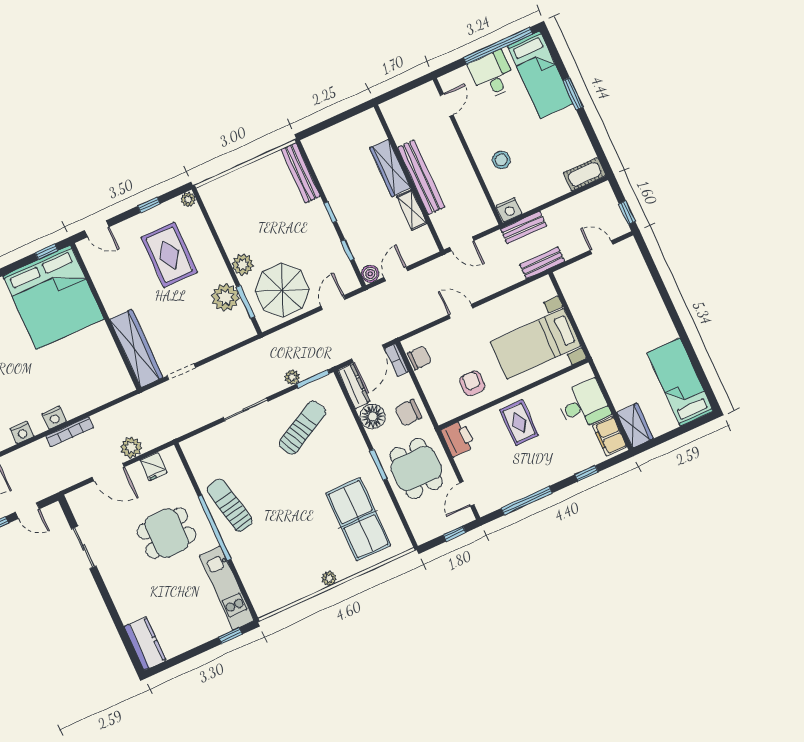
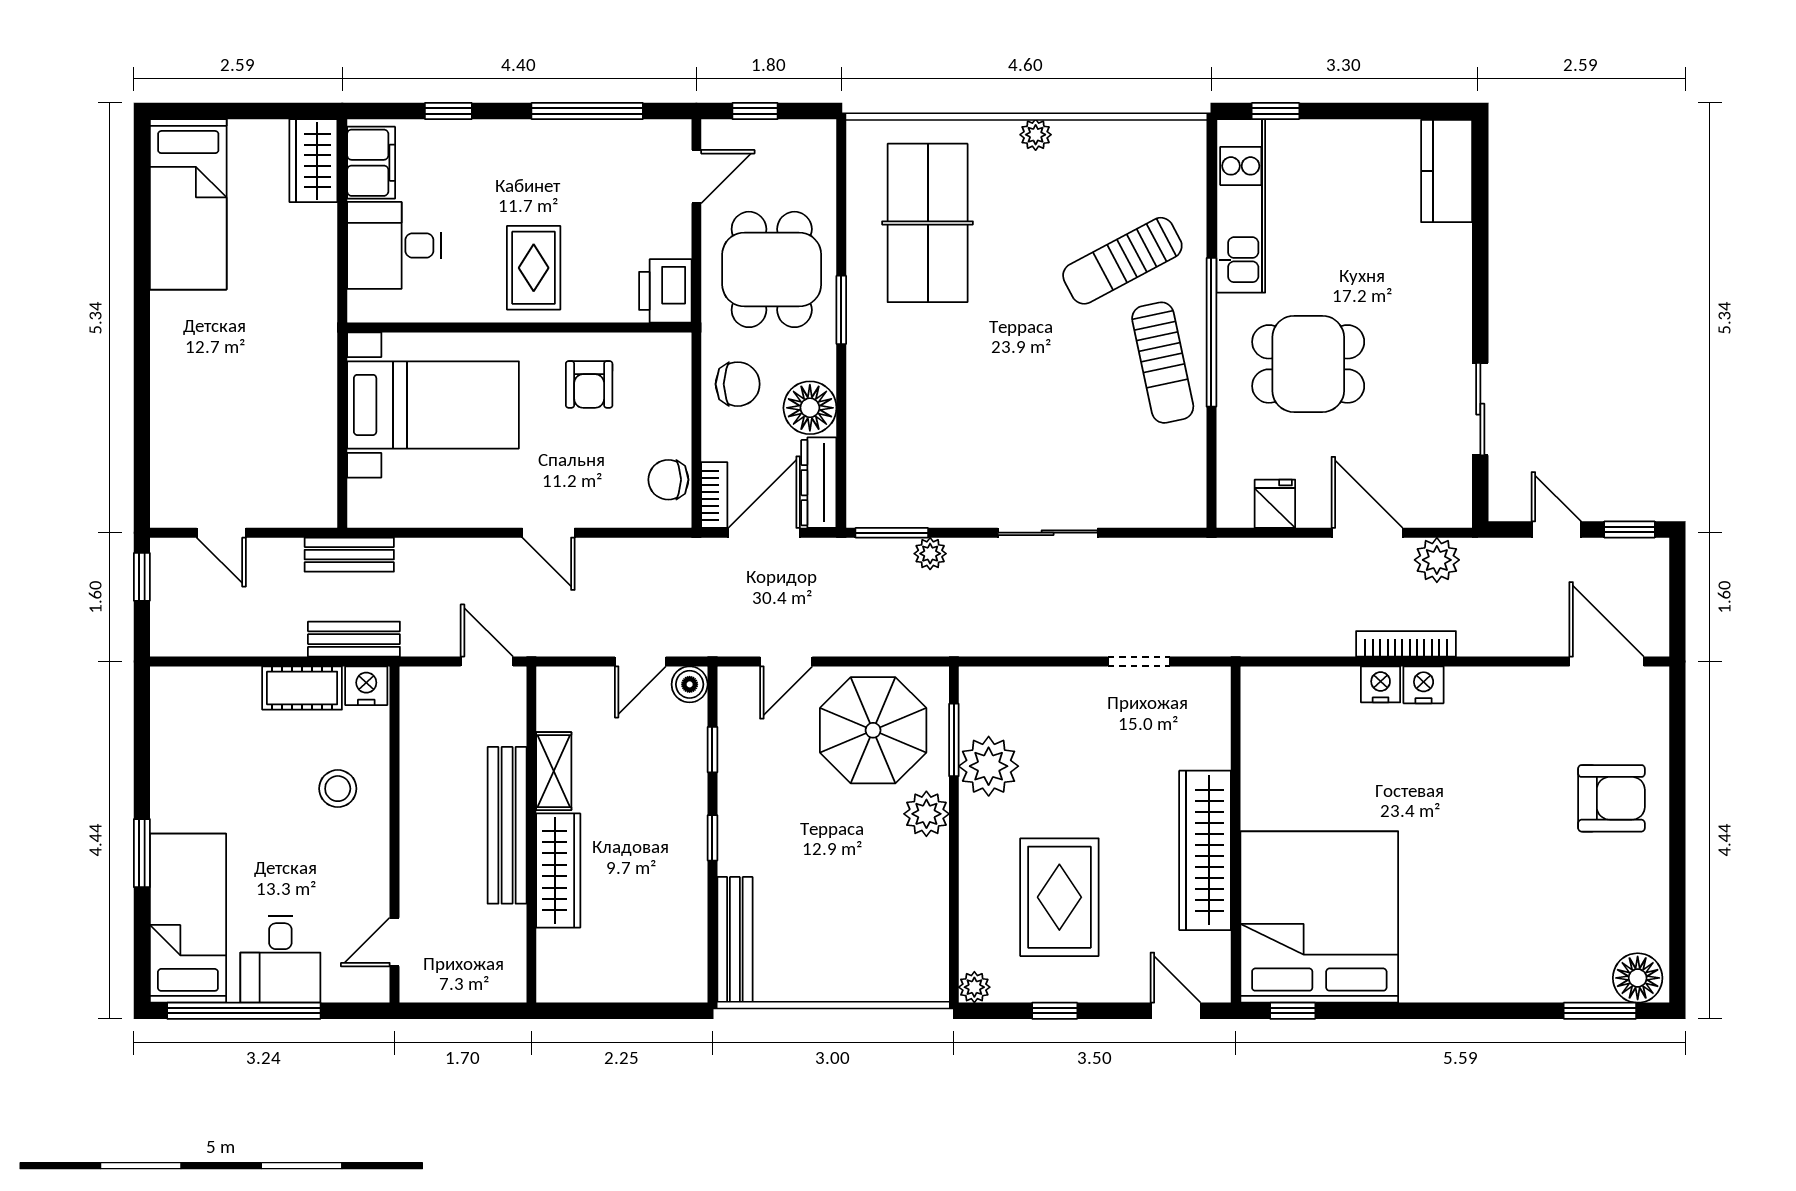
cot: (585, 174) -> (302, 688), moved
wardrobe: (136, 348) -> (1205, 850), moved
sun lounger: (303, 428) -> (1122, 261), moved
nightstand: (22, 432) -> (1381, 684), moved
plant: (131, 447) -> (1437, 560), moved

